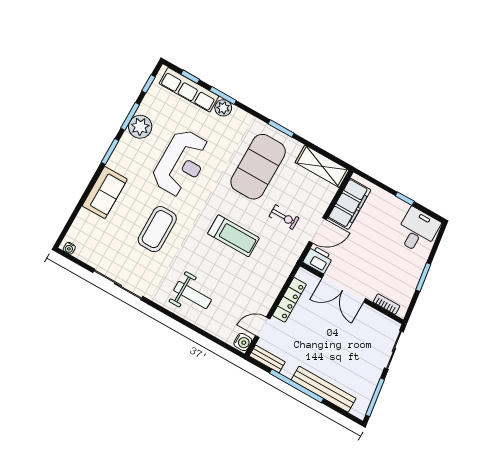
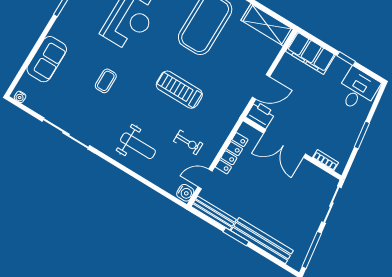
sofa: (105, 193) -> (47, 59), moved
filing cabinet: (349, 204) -> (310, 53), moved, turned 90
exercise bike: (284, 217) -> (188, 142), moved
coffee table: (157, 229) -> (106, 81), width x0.54, depth x0.58
treadmill: (233, 236) -> (179, 90), turned 180
bench: (267, 359) -> (214, 213), width x1.36
window: (296, 386) -> (236, 237), width x0.47

